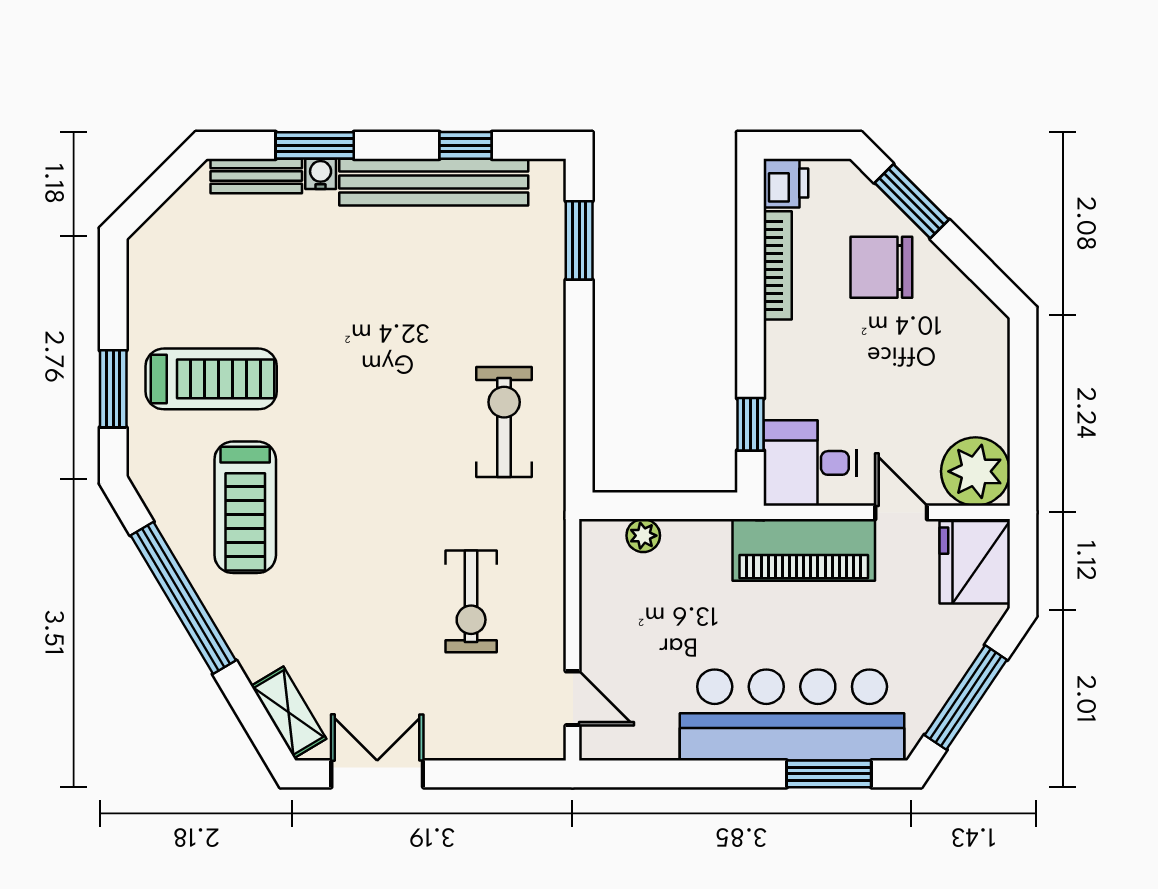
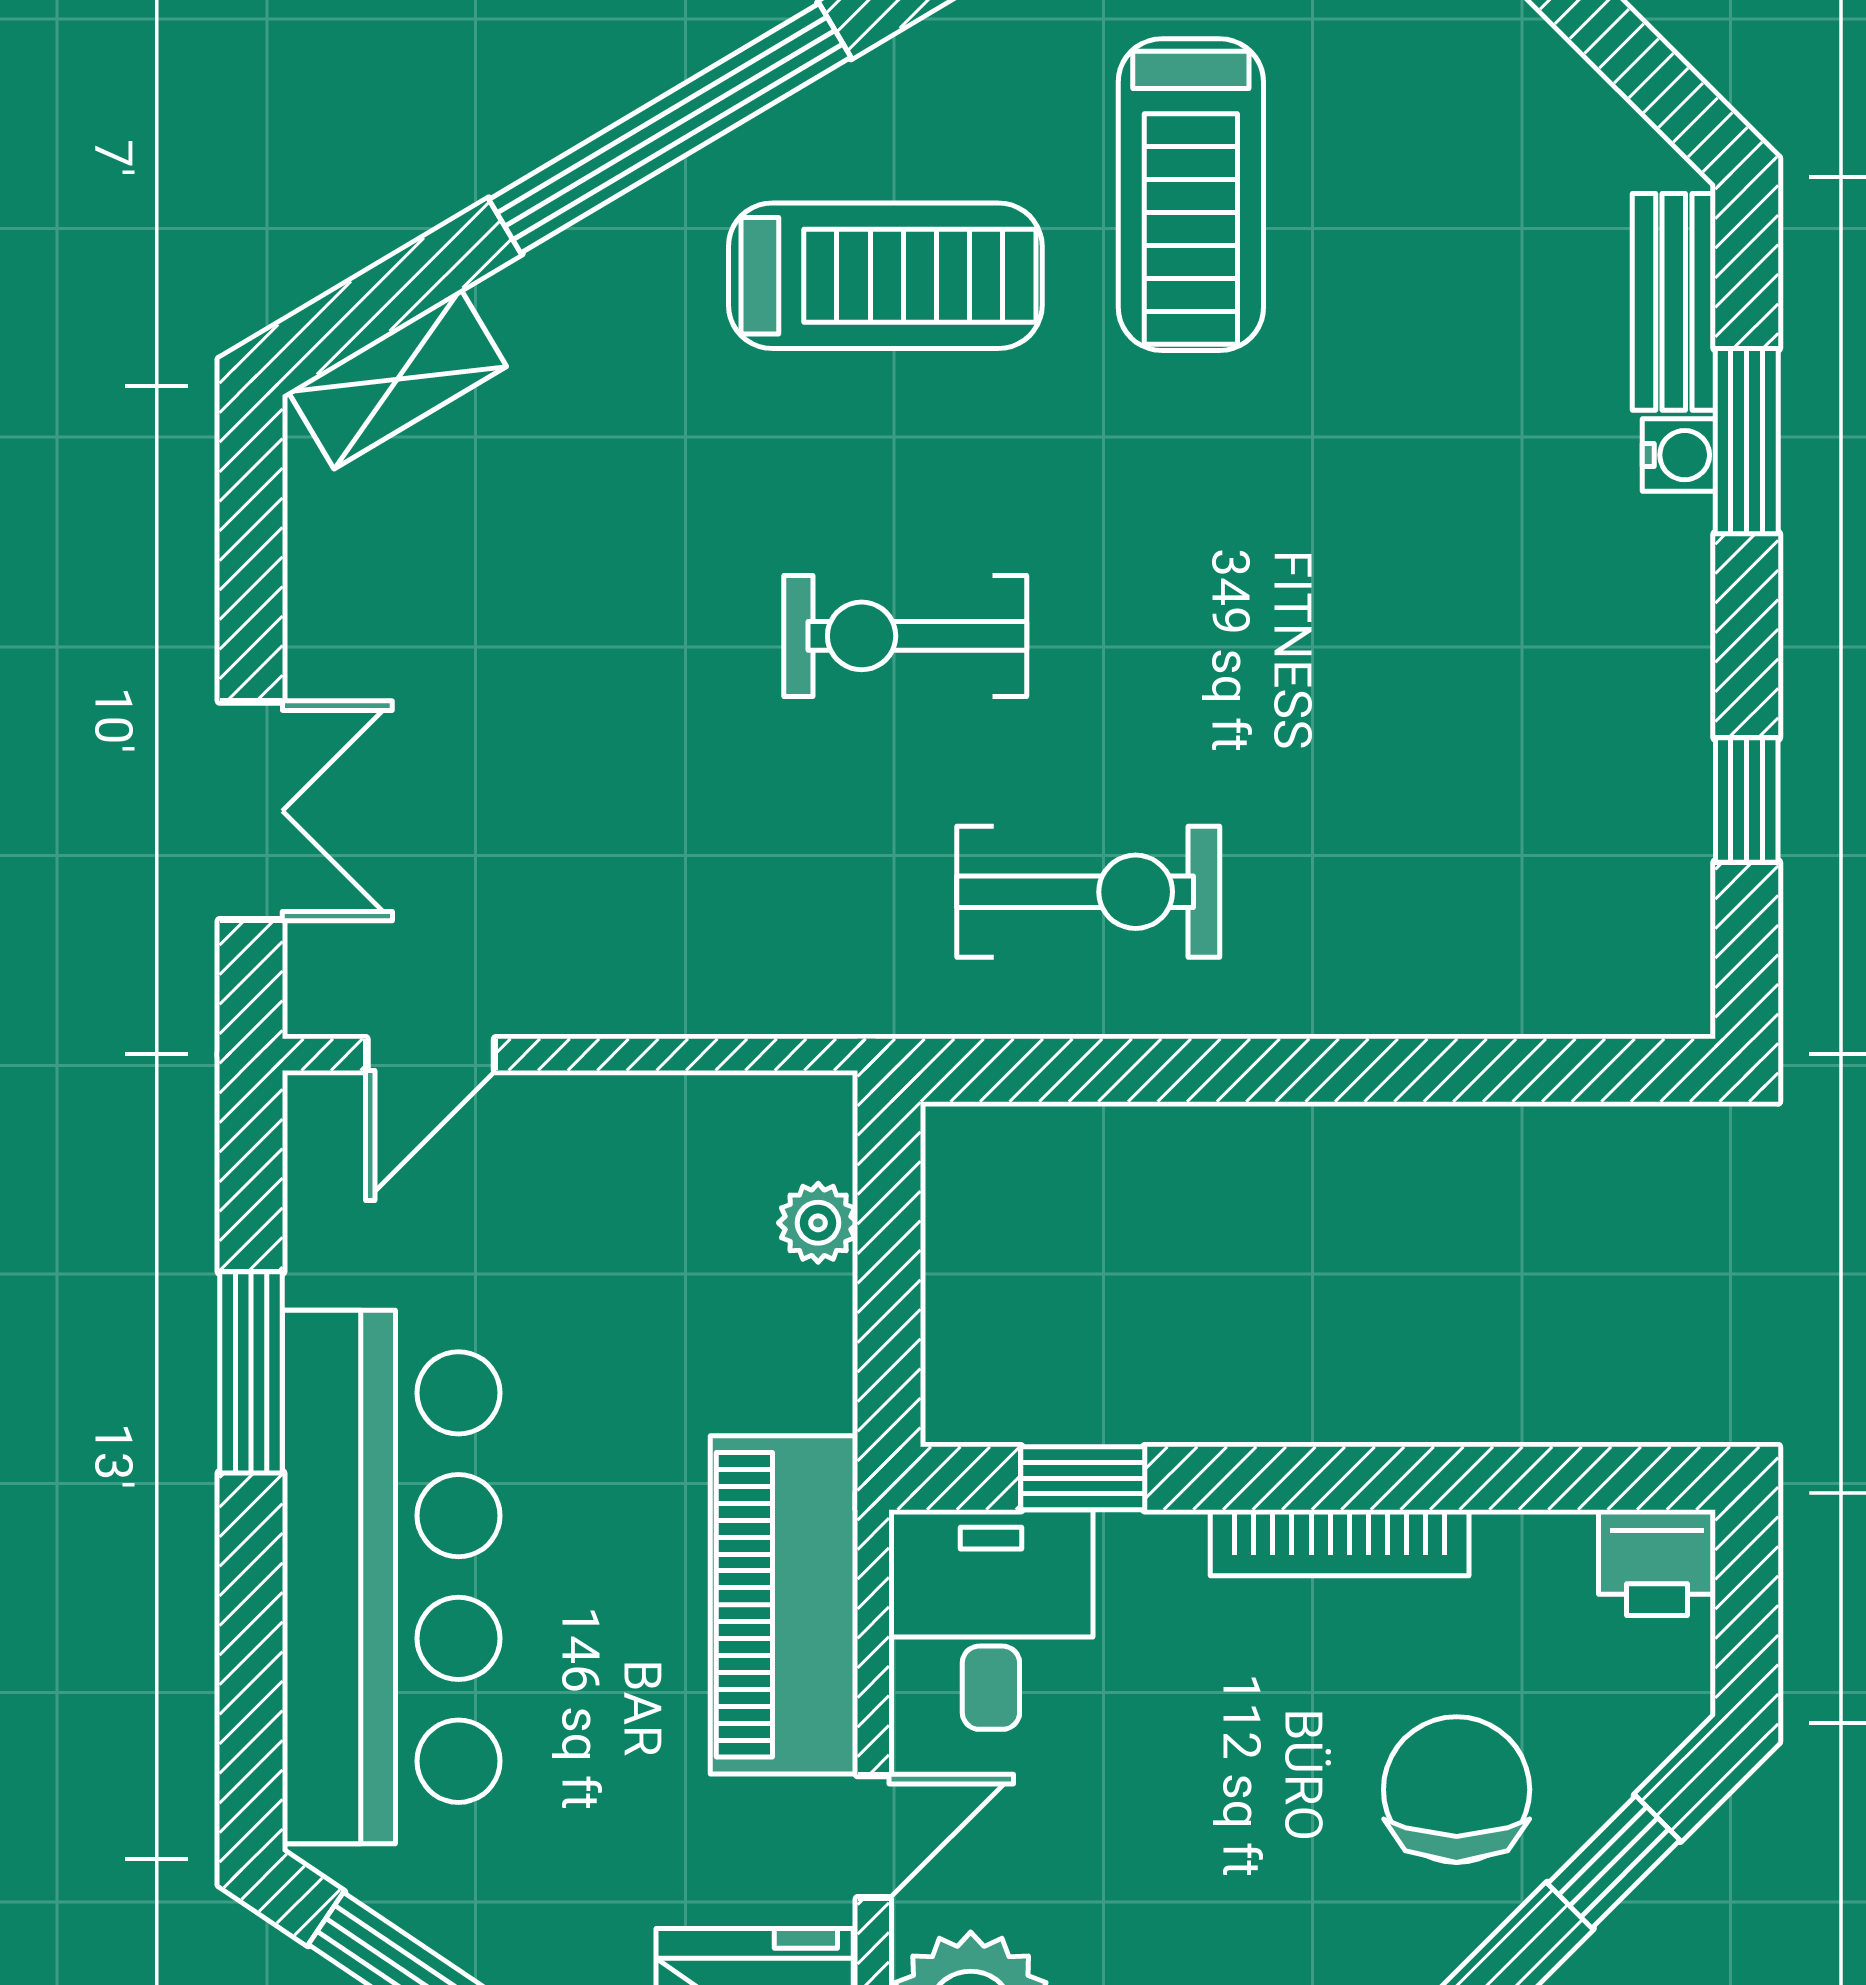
bench: (434, 182) -> (1659, 724), removed
window: (912, 201) -> (1614, 1862), width x0.67
window: (579, 240) -> (1521, 1070), removed
bookcase: (778, 265) -> (1340, 1543), moved
treadmill: (245, 507) -> (885, 276), turned 180
exercise bike: (471, 601) -> (905, 636), moved
double door: (377, 774) -> (251, 811), moved
window: (829, 774) -> (251, 1372), moved

